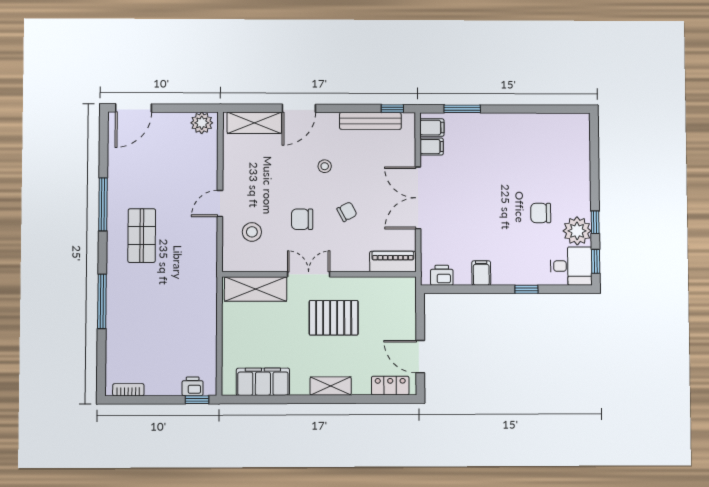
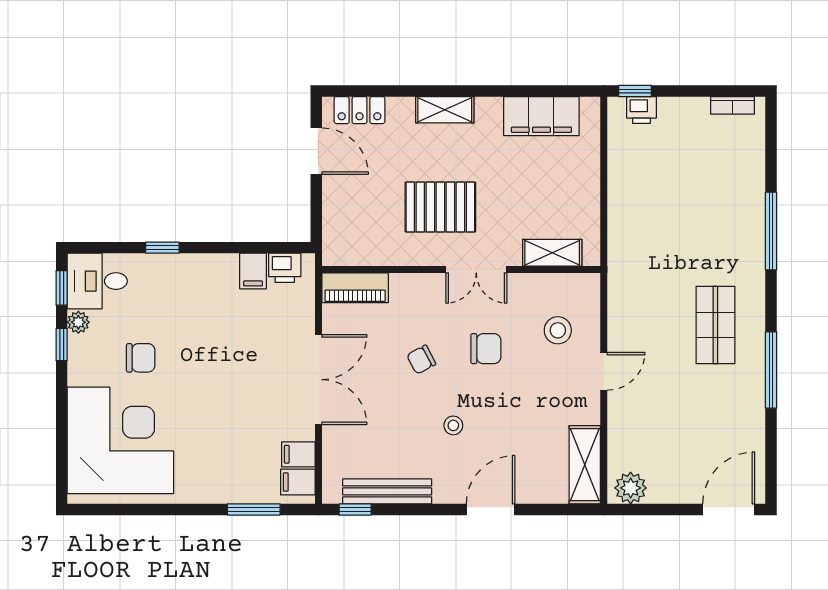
shelving: (254, 123) -> (585, 465), moved, turned 90
corner desk: (554, 156) -> (120, 440), added
plant: (577, 231) -> (78, 322), width x0.53, depth x0.53
filing cabinet: (481, 273) -> (253, 271), moved
shelving: (256, 289) -> (552, 253), width x0.67, depth x0.75

